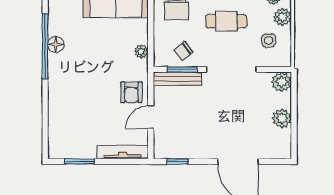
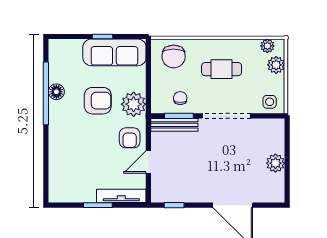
side table: (269, 40) -> (270, 102), moved
chair: (184, 51) -> (180, 98), turned 127
plant: (141, 52) -> (134, 104), width x1.88, depth x1.88
armchair: (98, 54) -> (98, 101), added
plant: (282, 82) -> (275, 128), removed
window: (80, 162) -> (98, 205), moved

